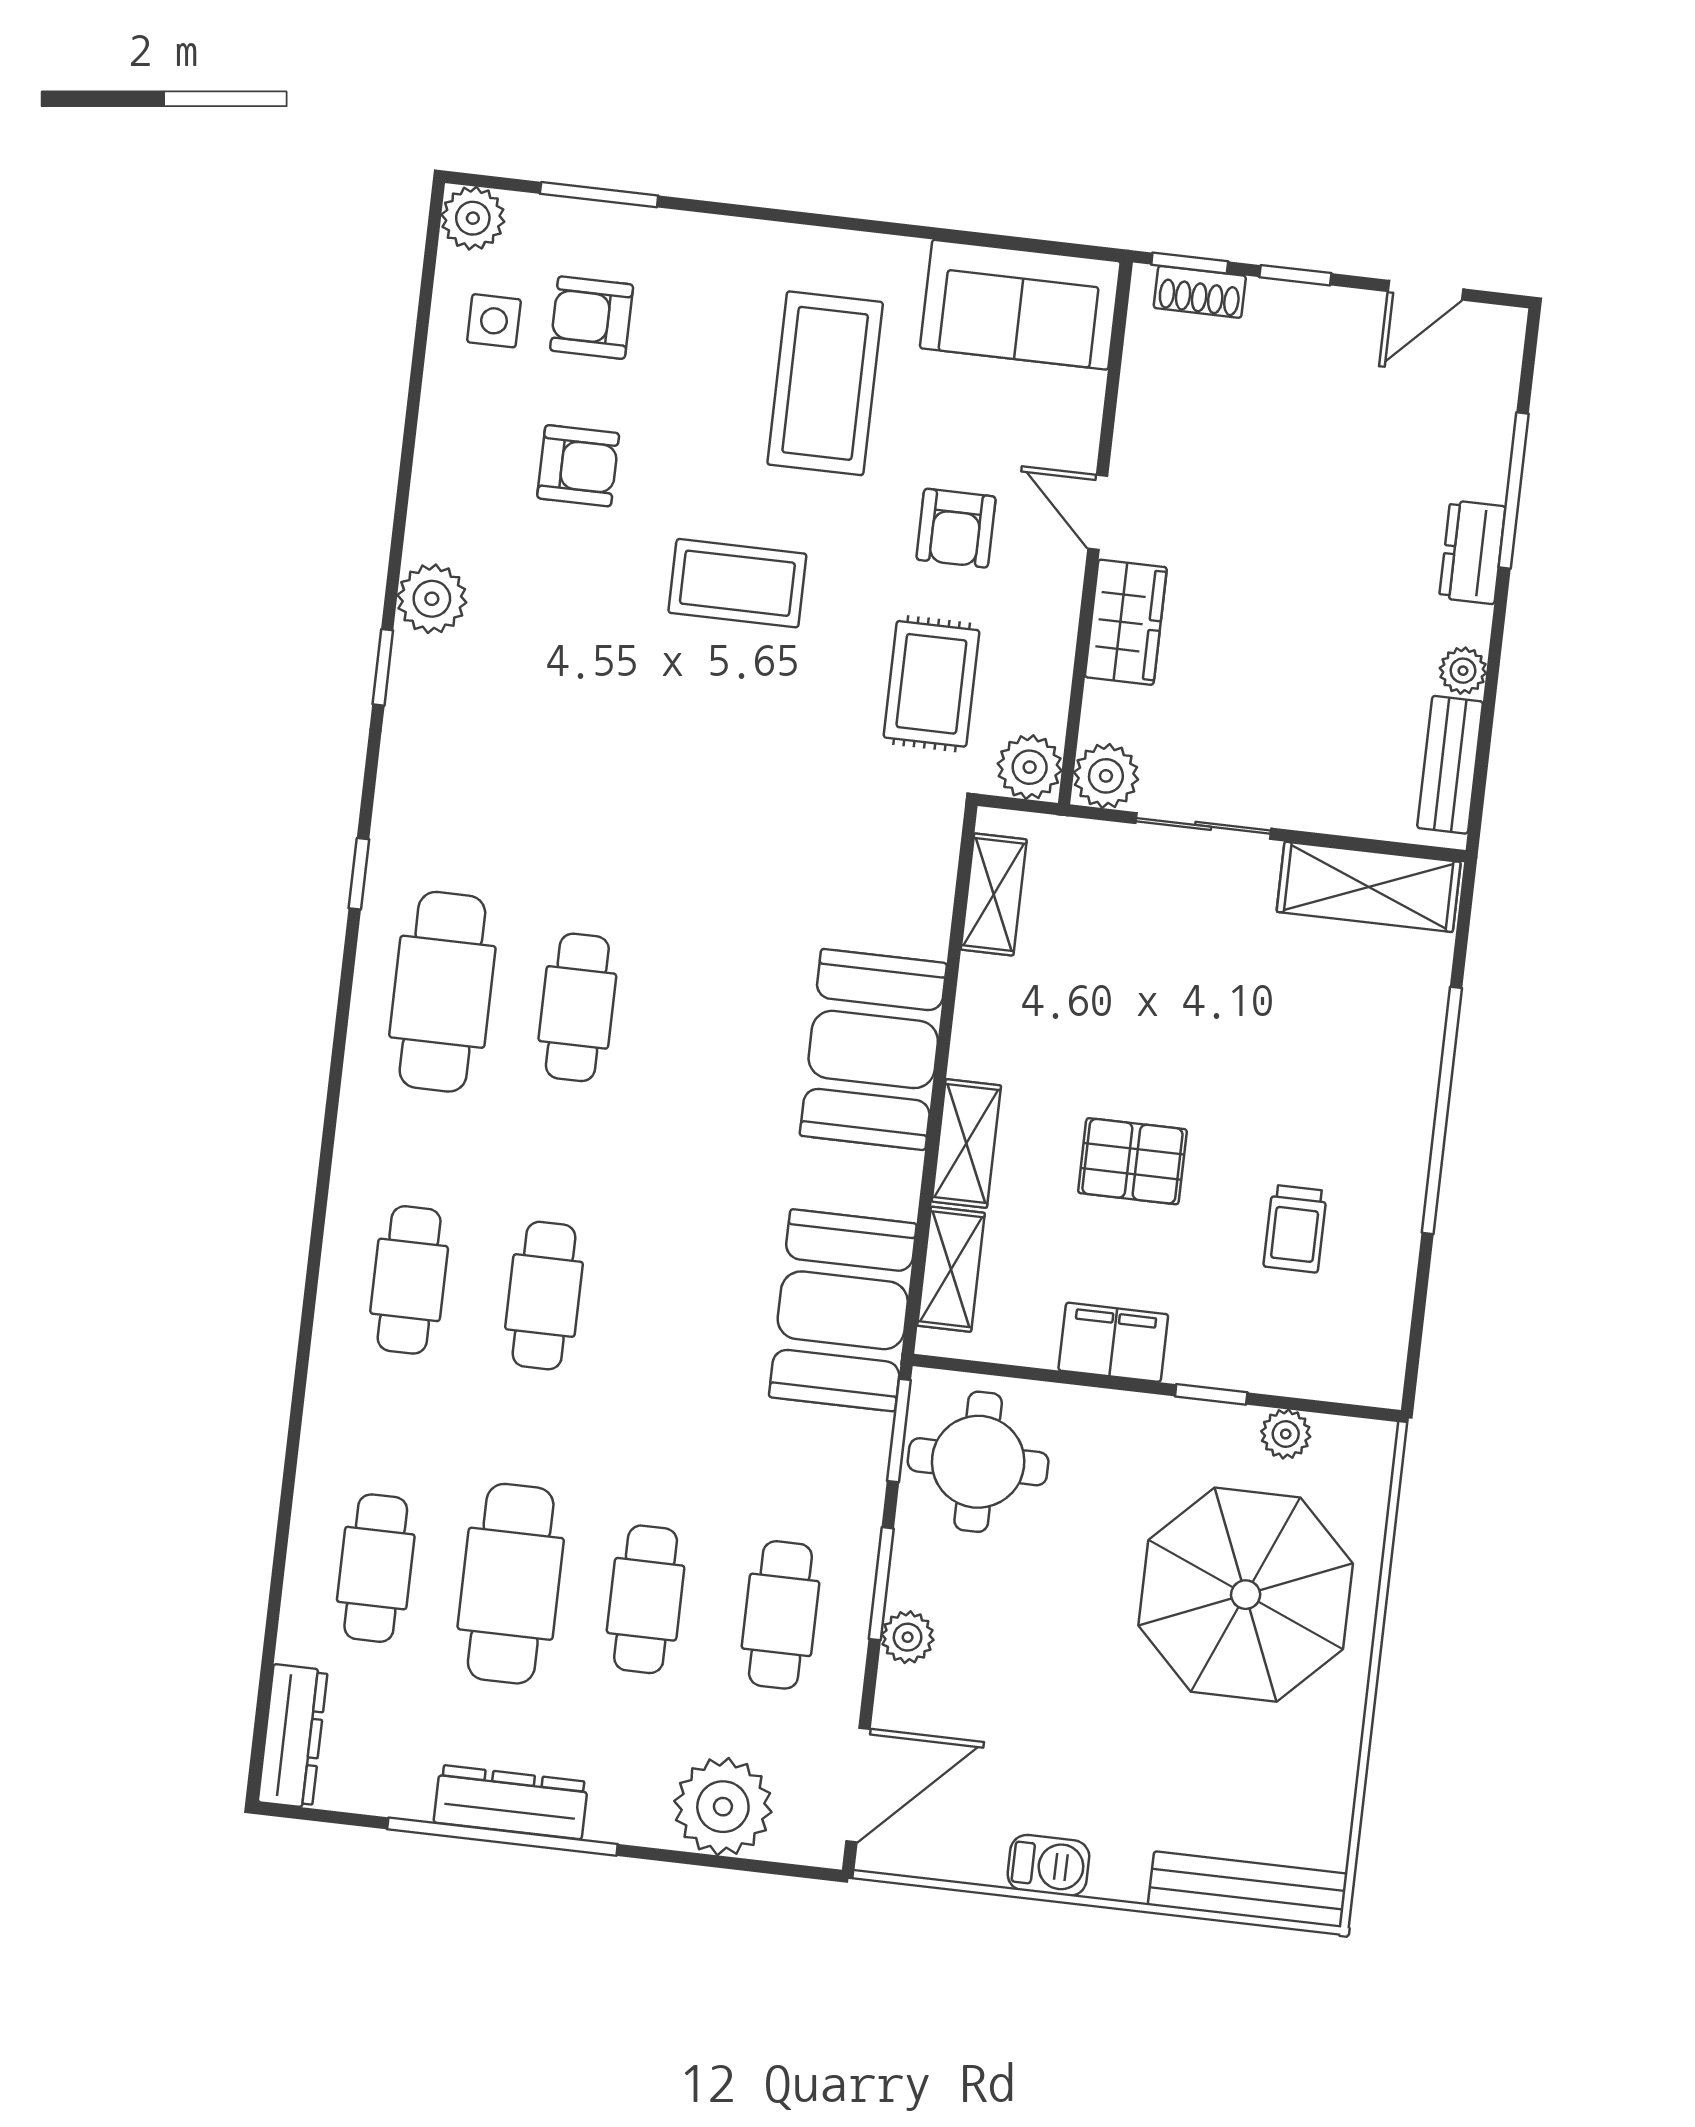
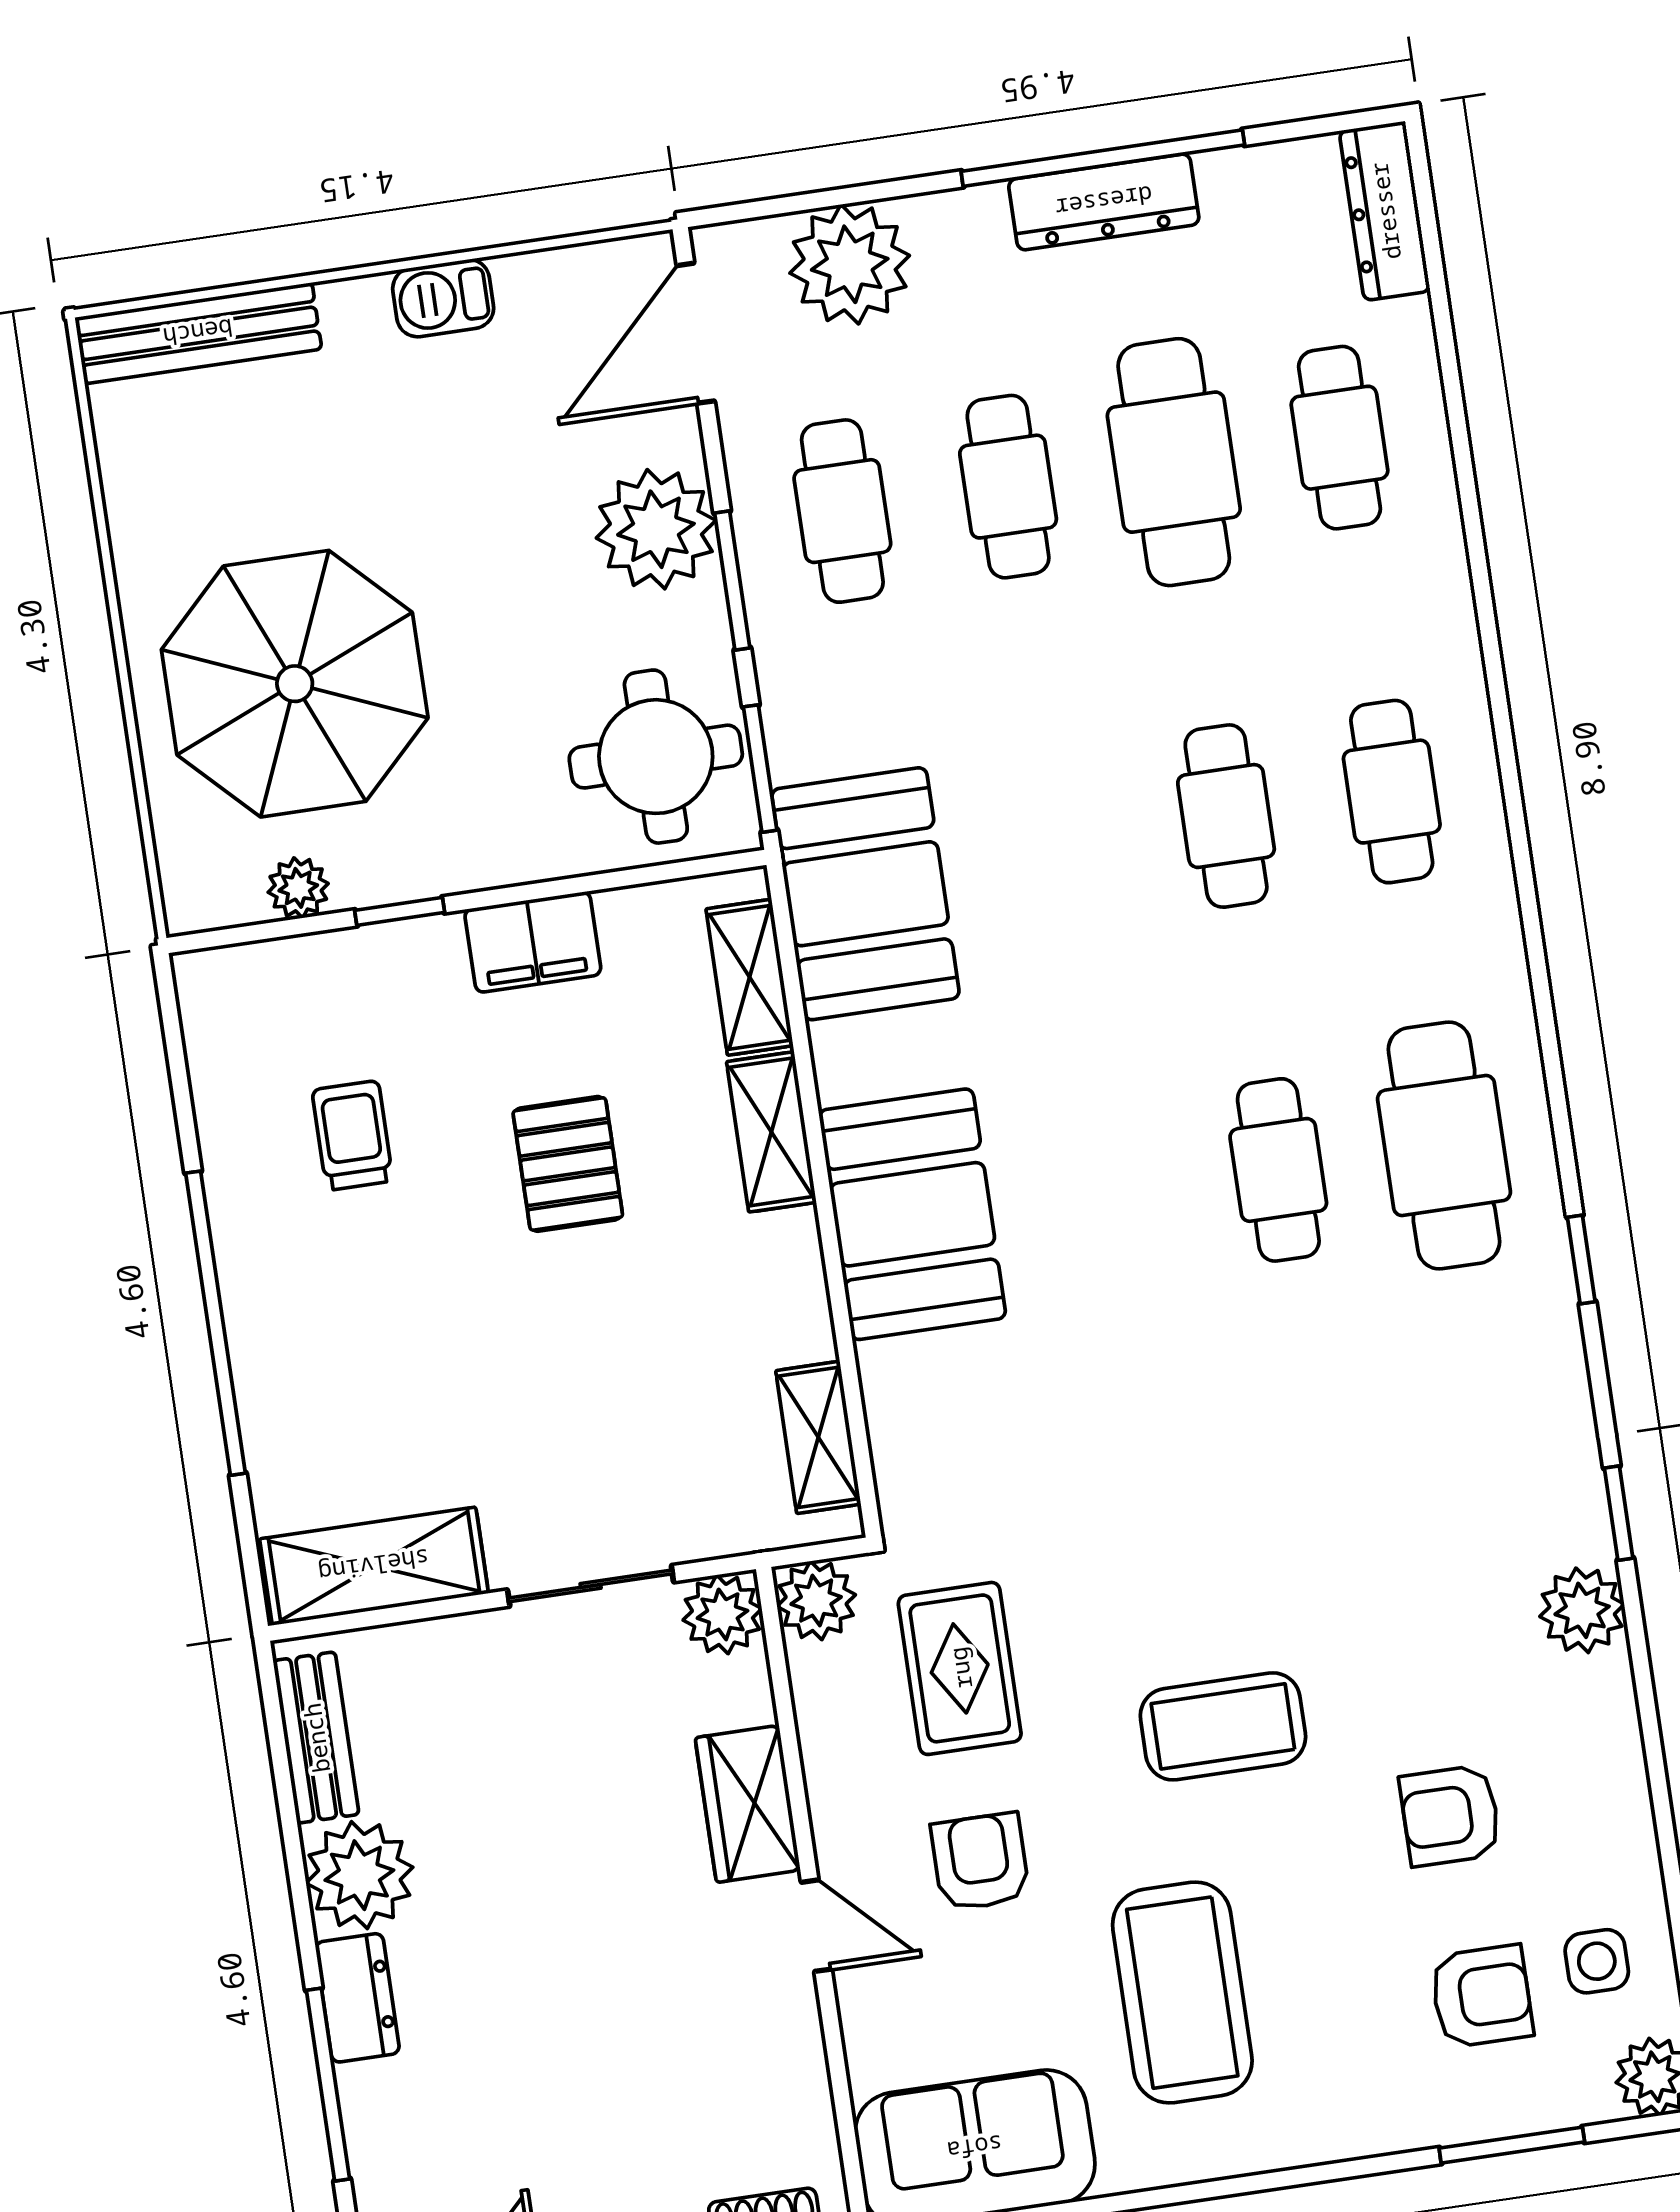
plant: (1463, 671) -> (359, 1875), width x1.88, depth x1.88
pallet: (1132, 1161) -> (568, 1164), turned 90
plant: (908, 1637) -> (656, 529), width x1.87, depth x1.87

